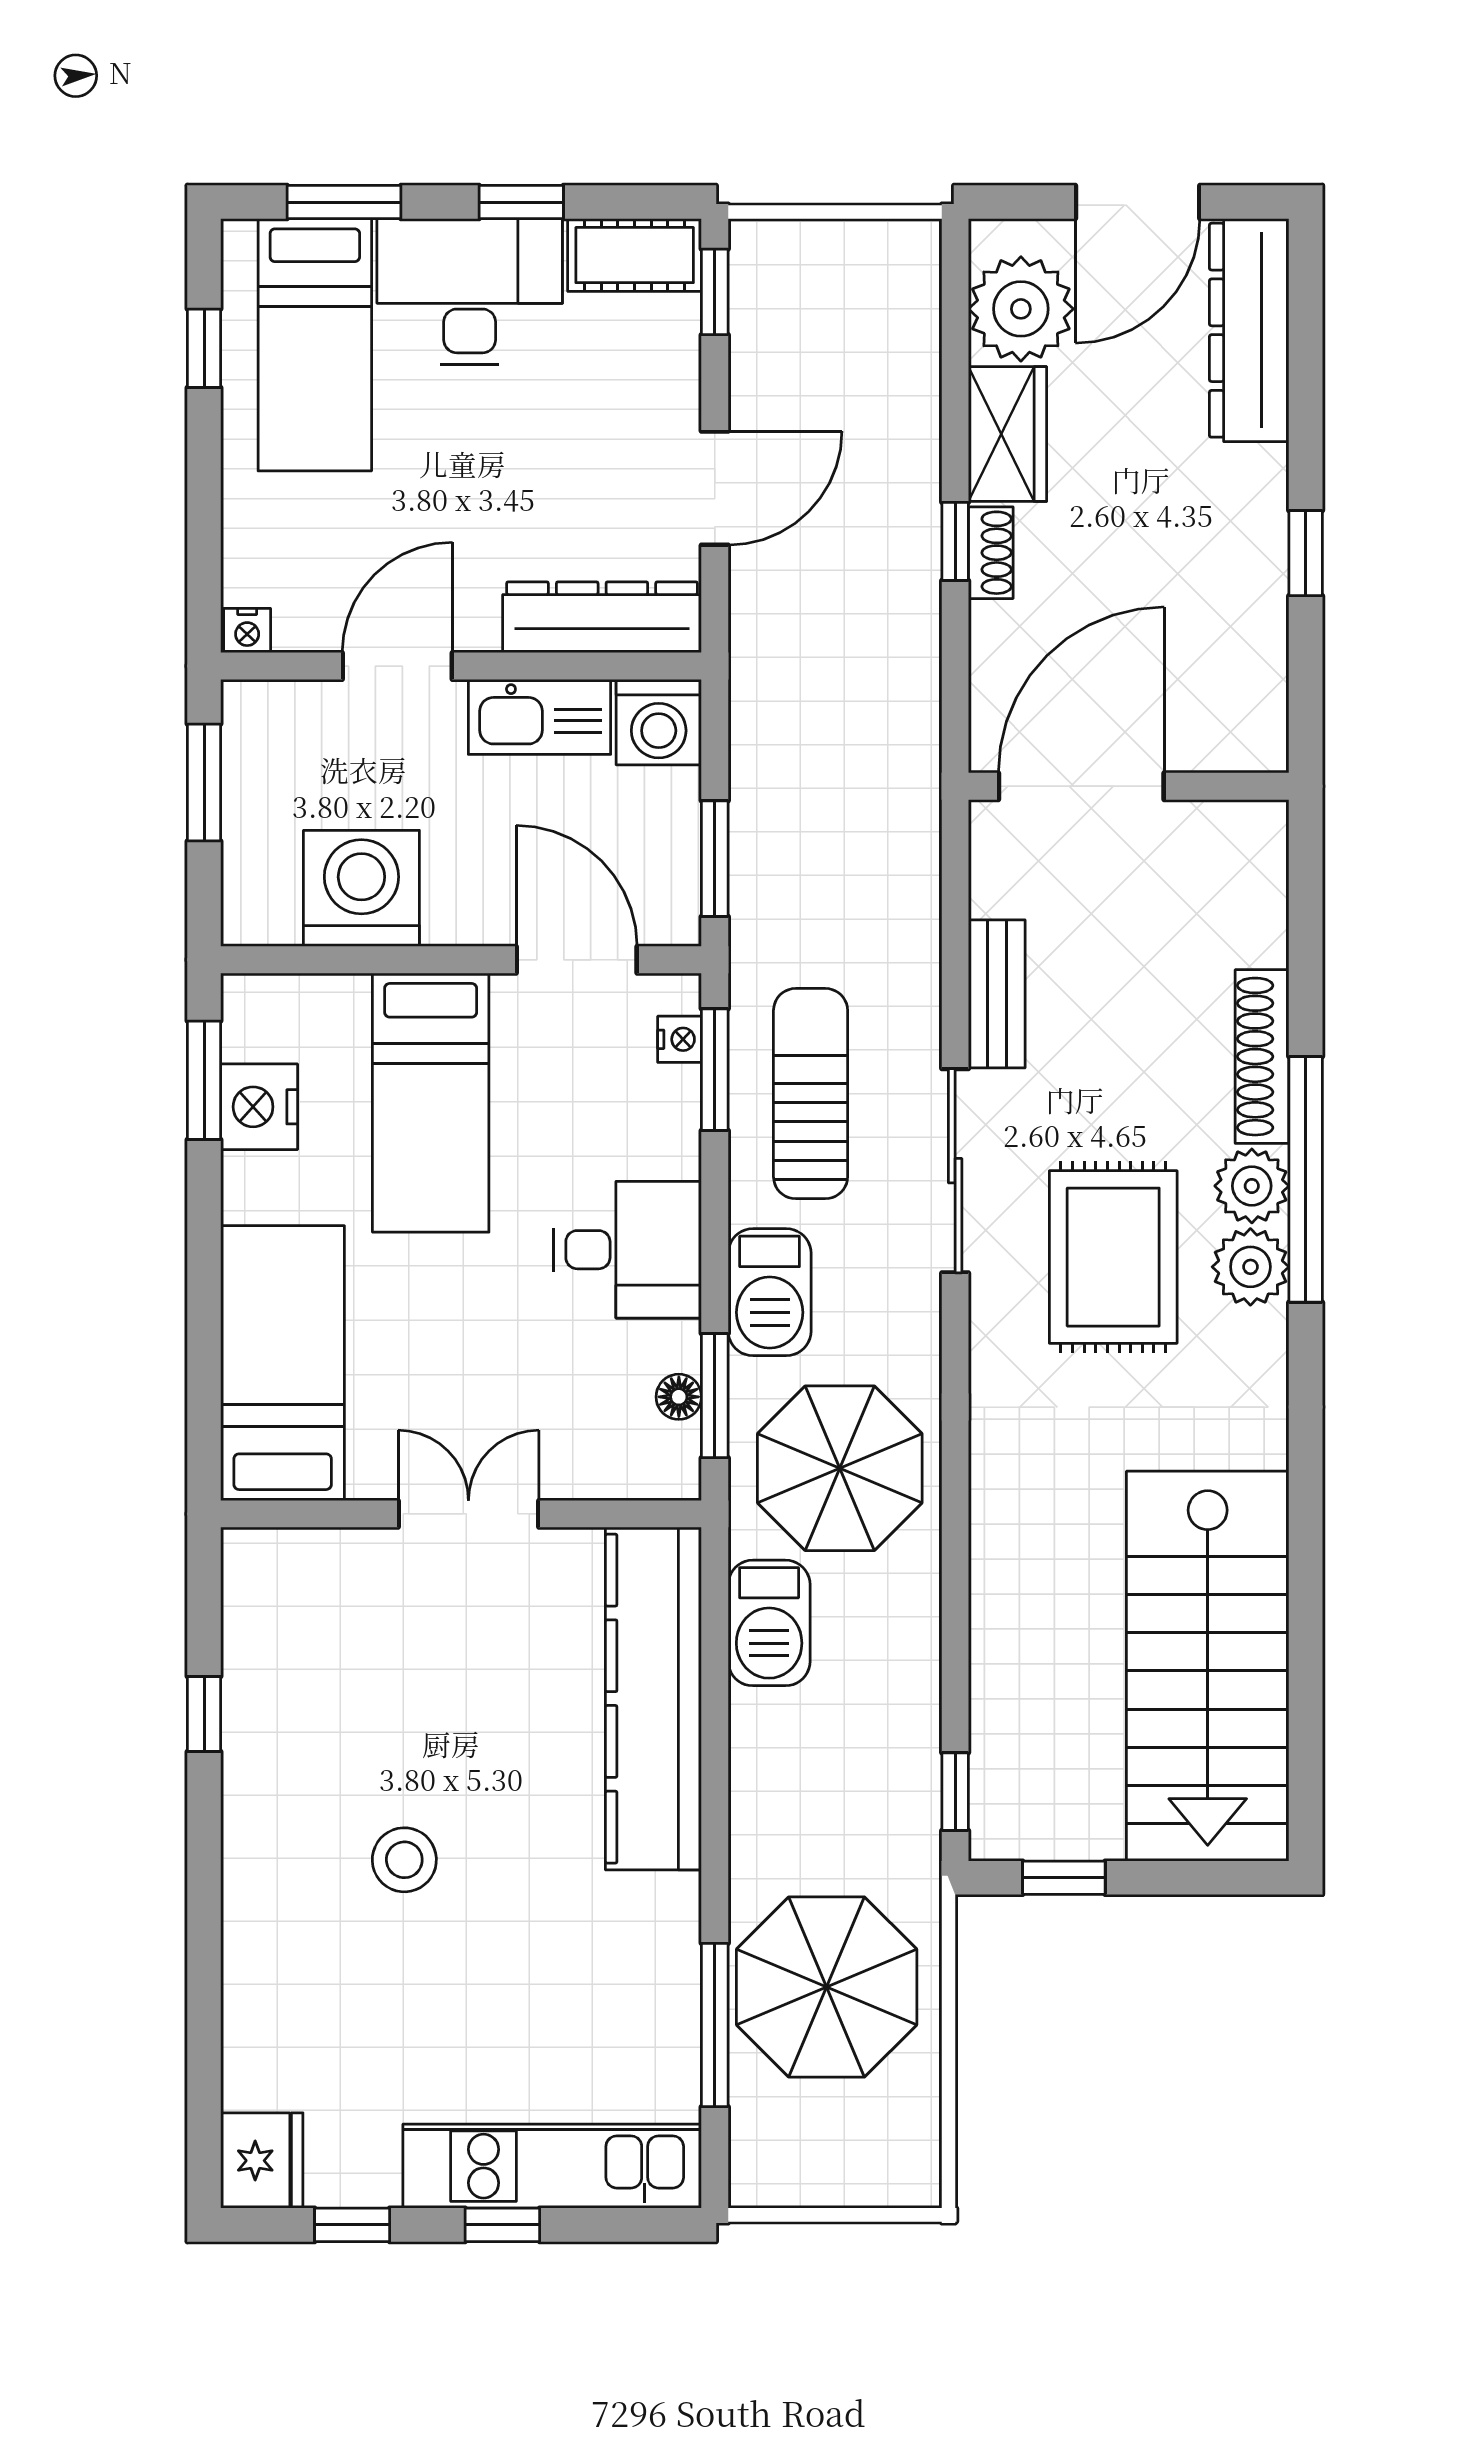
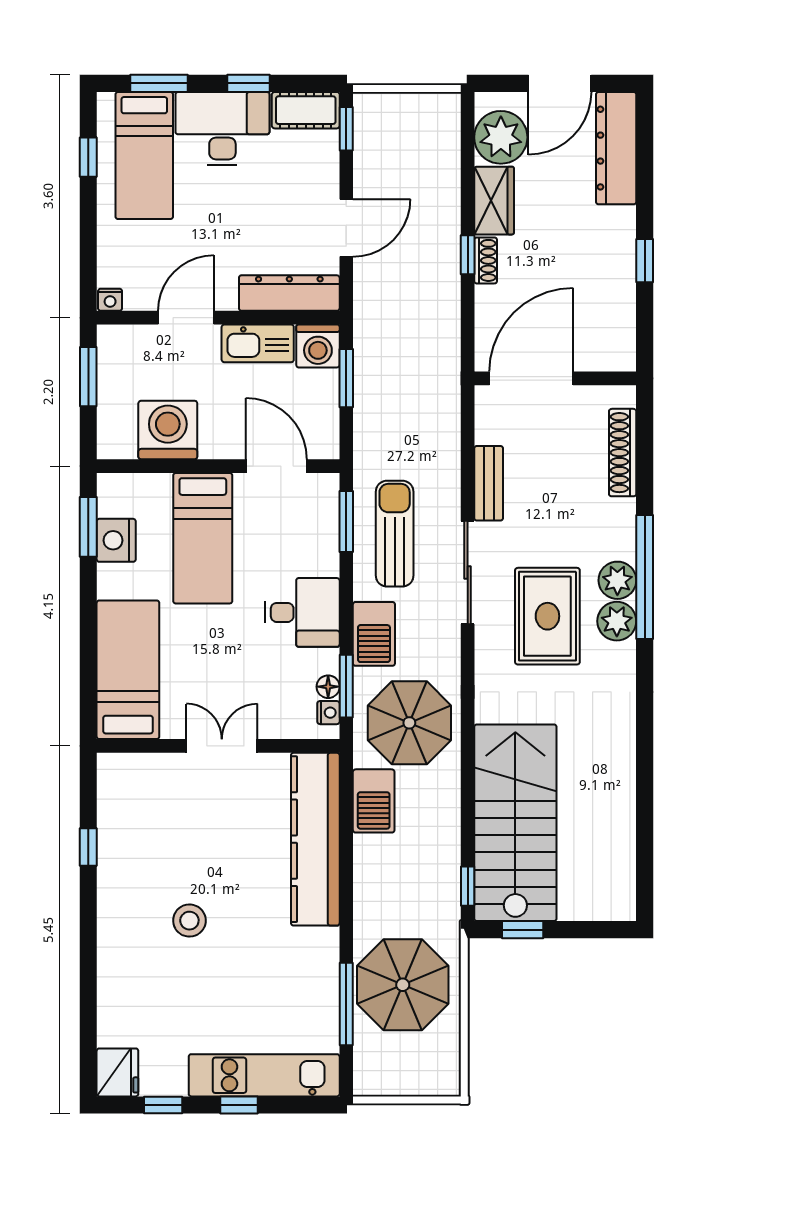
window: (715, 859) -> (346, 378), moved
nightstand: (680, 1039) -> (328, 713), moved
shoe rack: (1262, 1057) -> (623, 453), moved
stairs: (1208, 1666) -> (515, 823), moved, turned 180

